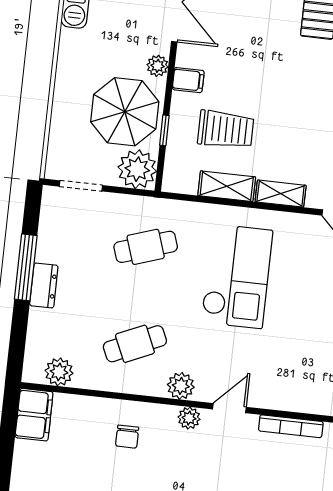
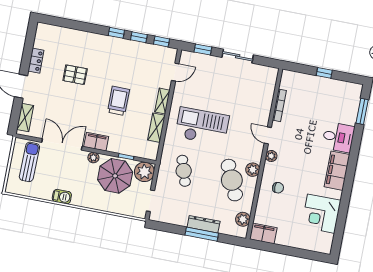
filing cabinet: (188, 80) -> (96, 142), width x2.00
trolley: (226, 130) -> (118, 101), moved
window: (26, 267) -> (202, 234), moved
dresser: (44, 286) -> (204, 224), width x1.44
cafe table: (135, 344) -> (232, 180), width x1.37, depth x1.35
plant: (181, 386) -> (253, 170), moved

